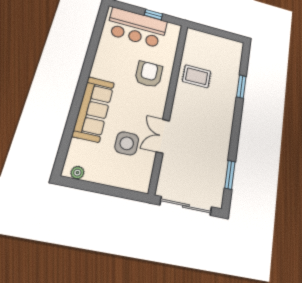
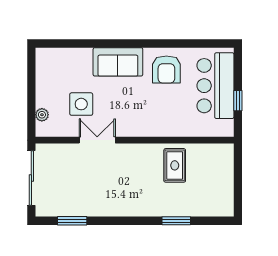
armchair: (149, 74) -> (166, 70), moved, turned 90
sofa: (94, 109) -> (118, 62), width x0.73
plant: (77, 173) -> (42, 115), moved

